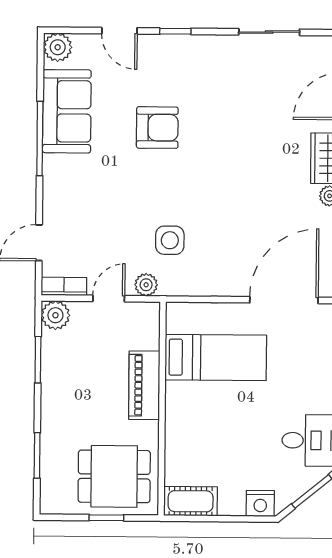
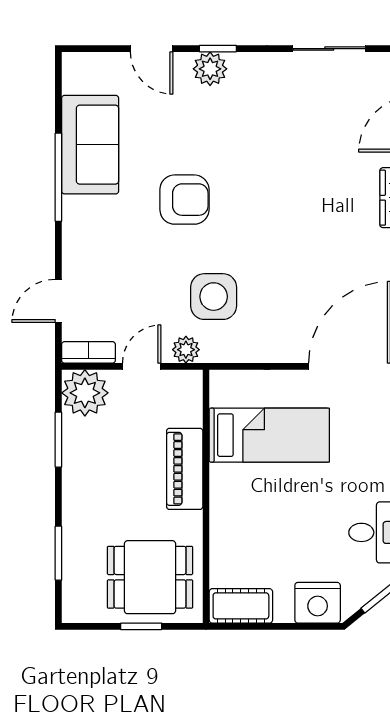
plant: (58, 47) -> (210, 69), moved
armchair: (157, 128) -> (184, 200), moved
side table: (170, 240) -> (214, 297), width x1.37, depth x1.37
plant: (55, 315) -> (85, 393), width x1.36, depth x1.36
nightstand: (260, 503) -> (318, 603), width x1.36, depth x1.33

